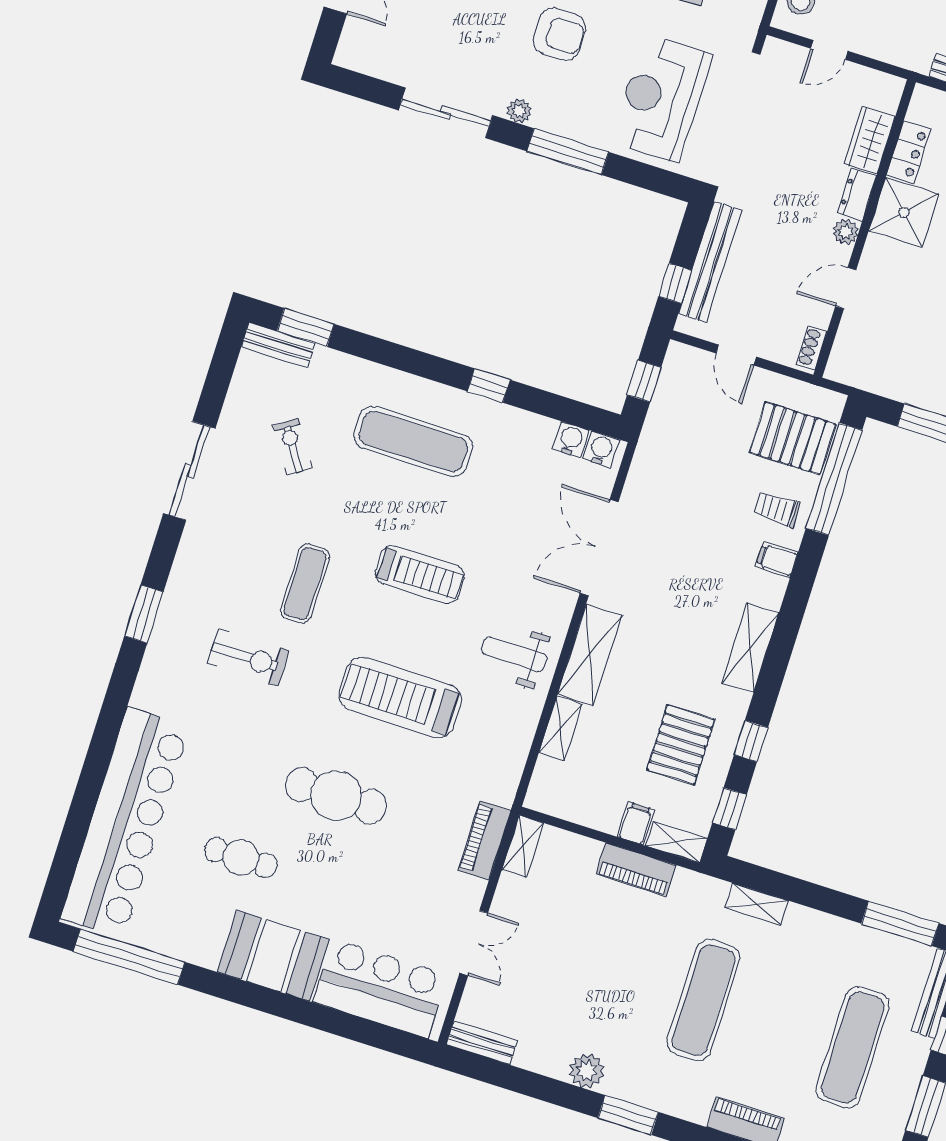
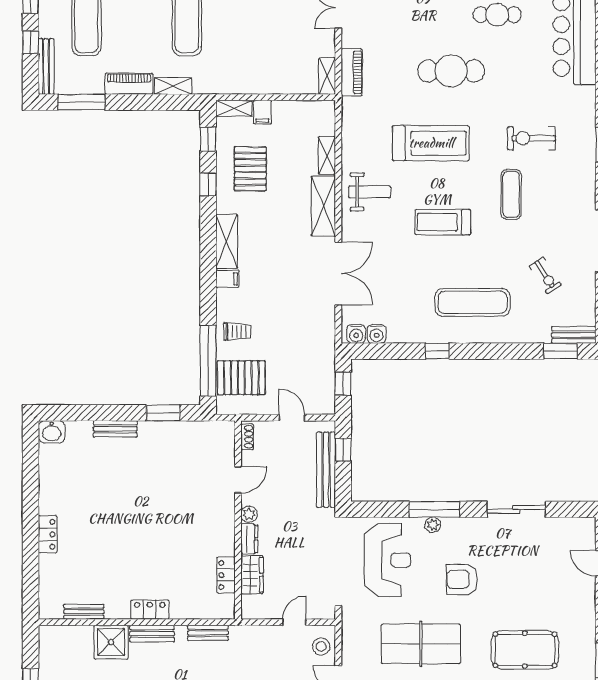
plant: (519, 111) -> (433, 525), moved
shower: (904, 212) -> (217, 537), removed
filing cabinet: (777, 560) -> (227, 279), moved
piano: (636, 870) -> (129, 84), moved

